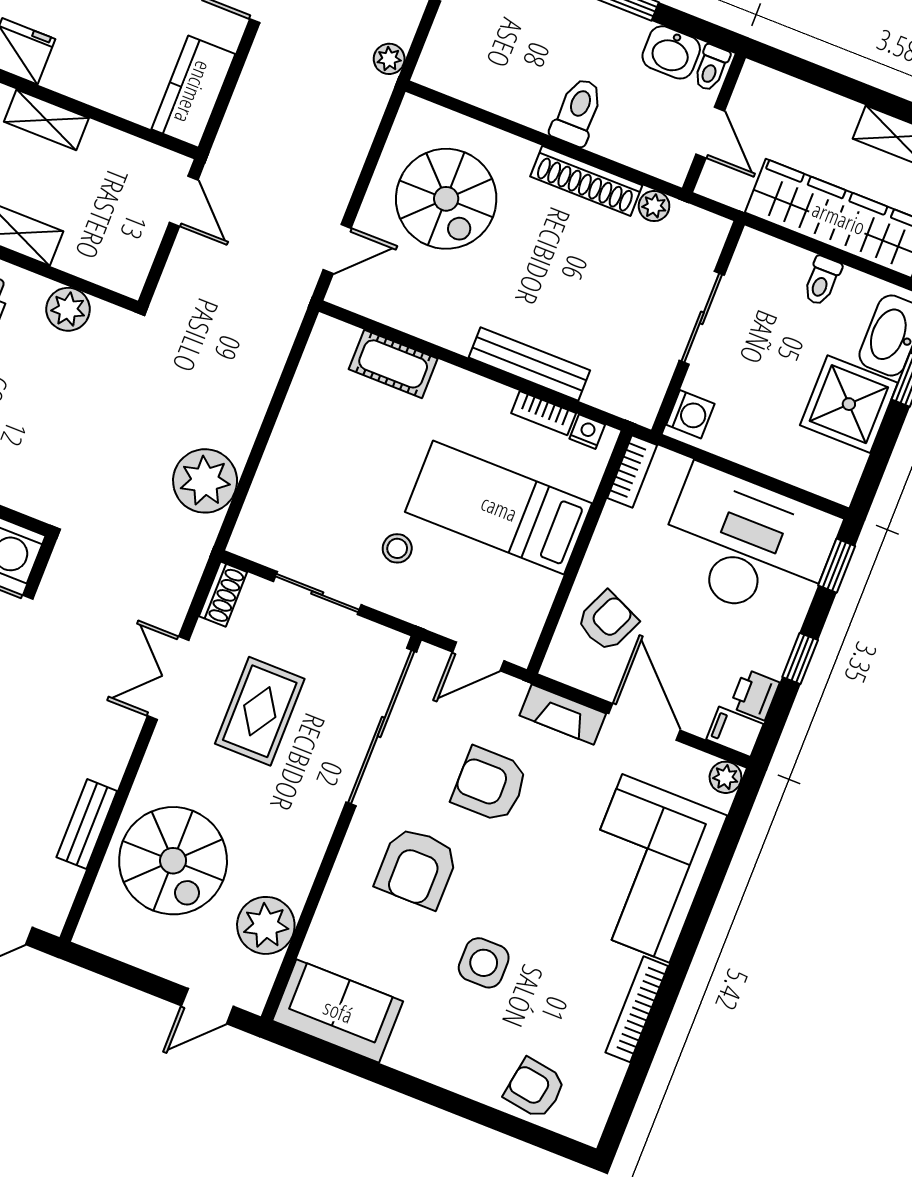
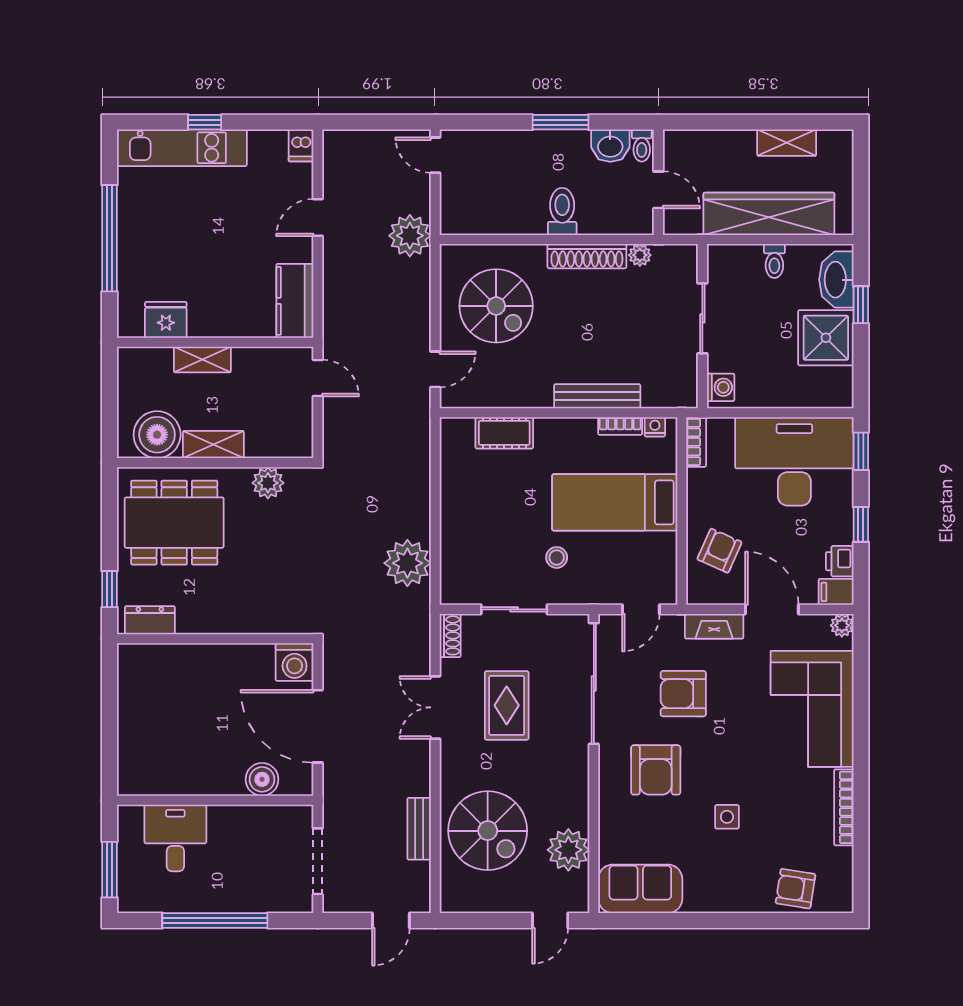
plant: (389, 59) -> (410, 236), width x1.88, depth x1.88
side table: (484, 963) -> (727, 817), width x0.73, depth x0.73

